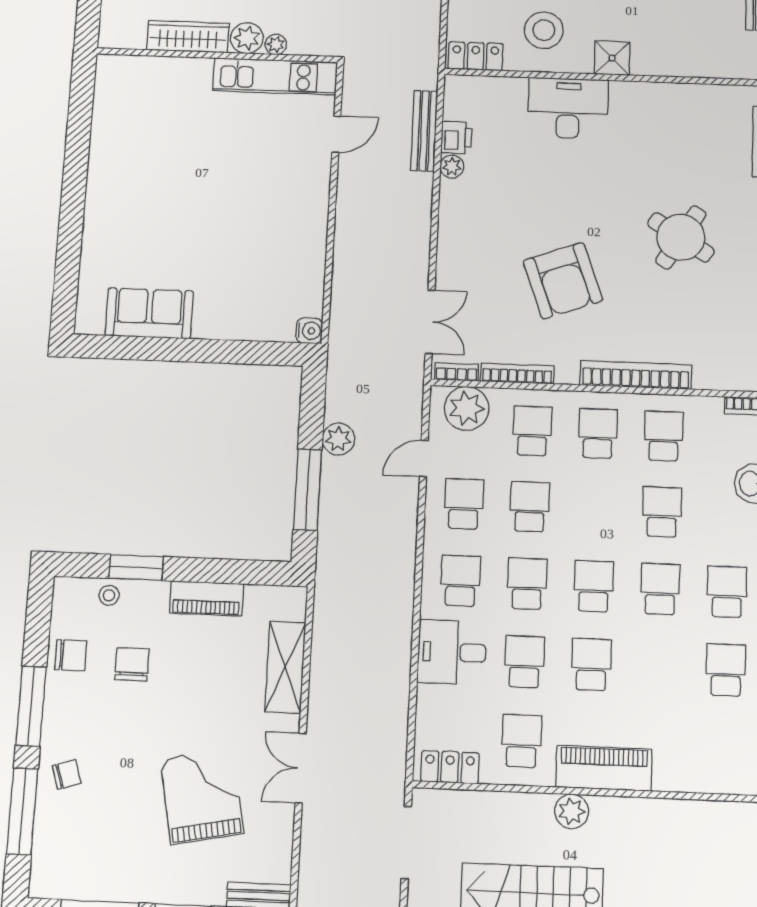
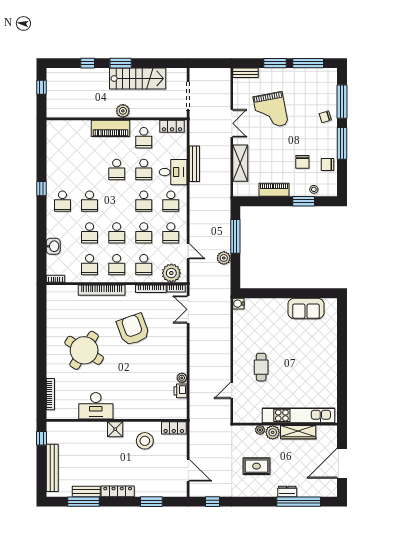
kitchen unit: (275, 76) -> (298, 415), moved, width x1.36
desk: (568, 108) -> (96, 406), moved
bench: (424, 131) -> (194, 164), moved
cafe table: (264, 184) -> (261, 367), added
round table: (681, 237) -> (84, 350), width x1.36, depth x1.36
door: (424, 458) -> (188, 251), hinge flipped
school desk: (594, 586) -> (117, 233), moved
school desk: (726, 670) -> (62, 169), removed

